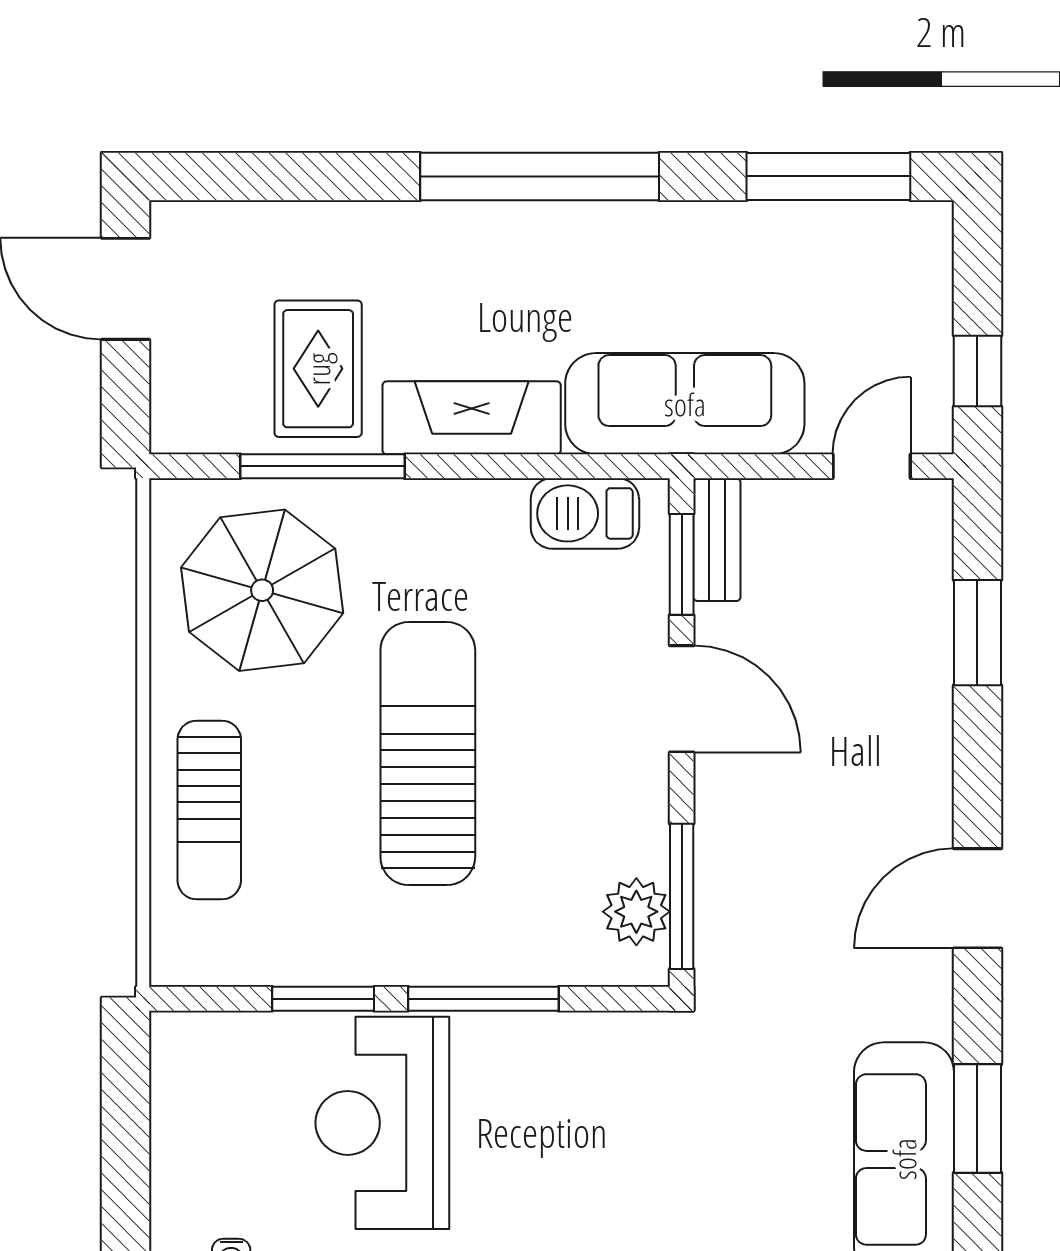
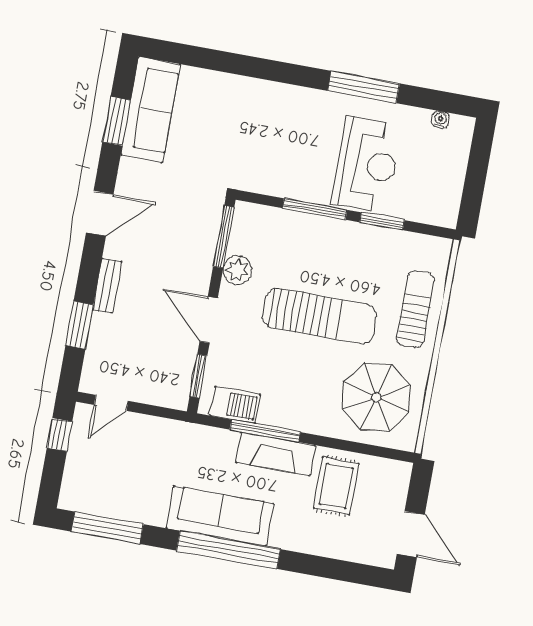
sofa: (685, 404) -> (220, 516), moved, turned 180
window: (323, 466) -> (265, 431), moved
bench: (717, 540) -> (107, 286), moved
sun lounger: (428, 754) -> (319, 316), turned -90
plant: (636, 912) -> (237, 270), moved

